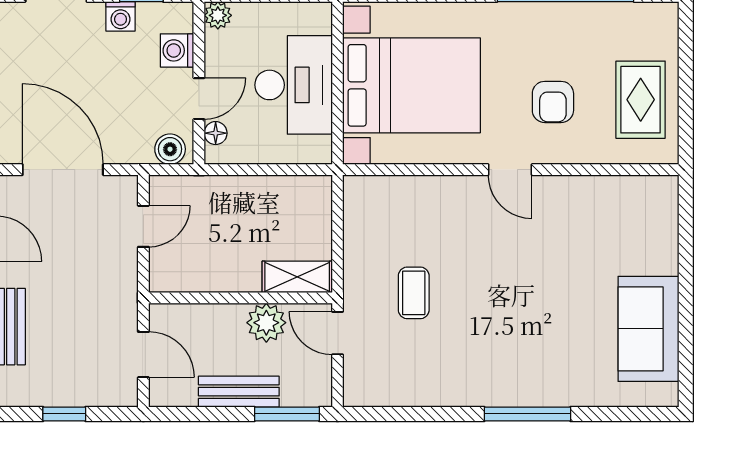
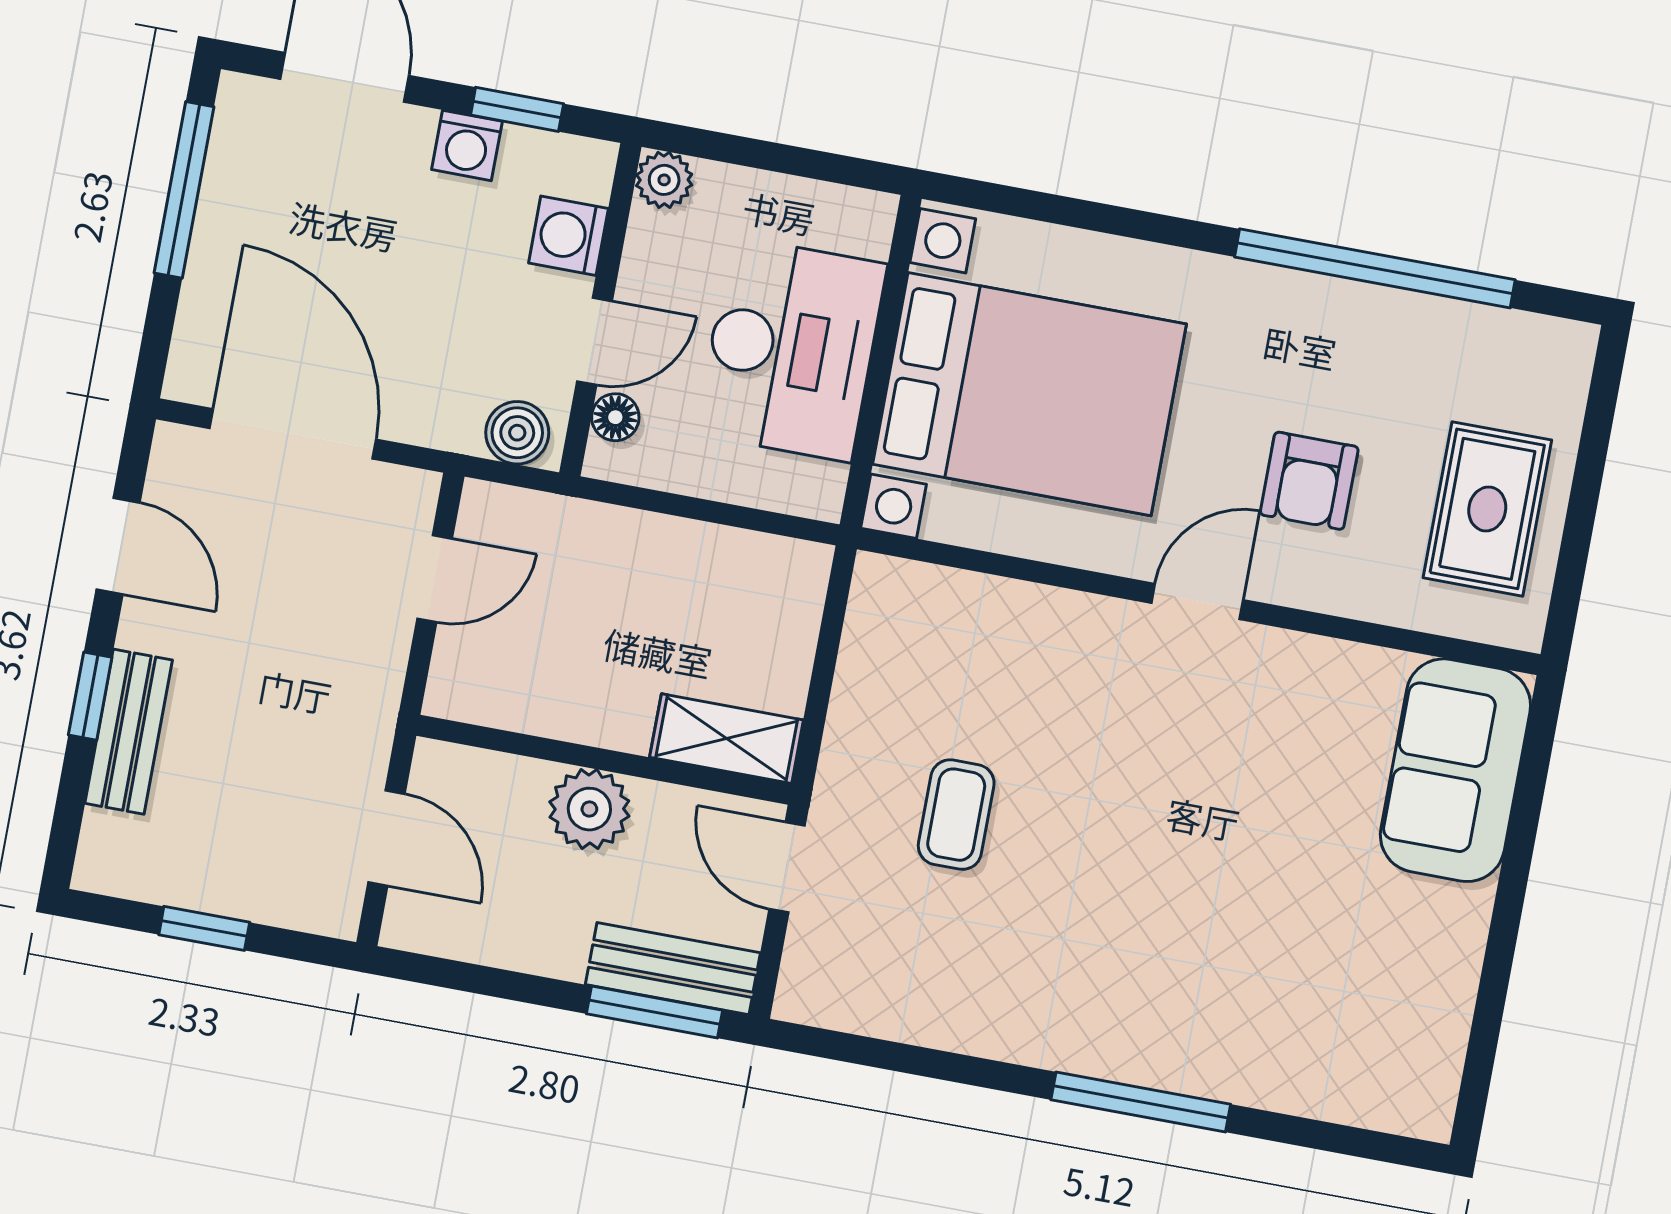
door: (510, 170) -> (1197, 602), swing flipped
plant: (266, 323) -> (589, 809), moved
sofa: (648, 329) -> (1455, 770), moved
bench: (239, 392) -> (673, 969), moved

